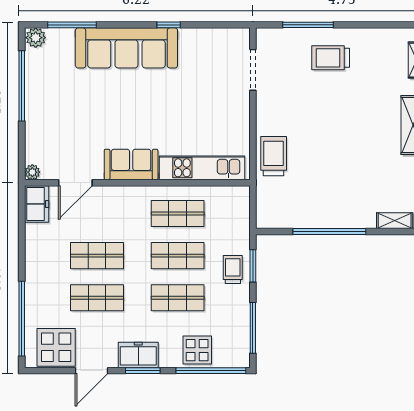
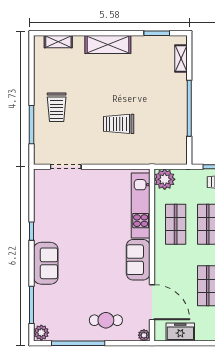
sofa: (126, 48) -> (46, 263), width x0.54, depth x0.79
cafe table: (52, 122) -> (106, 320), added
trolley: (274, 156) -> (119, 124), moved
door: (75, 183) -> (152, 302), width x1.36
plant: (236, 199) -> (165, 179), added
freezer: (37, 204) -> (180, 332), moved

